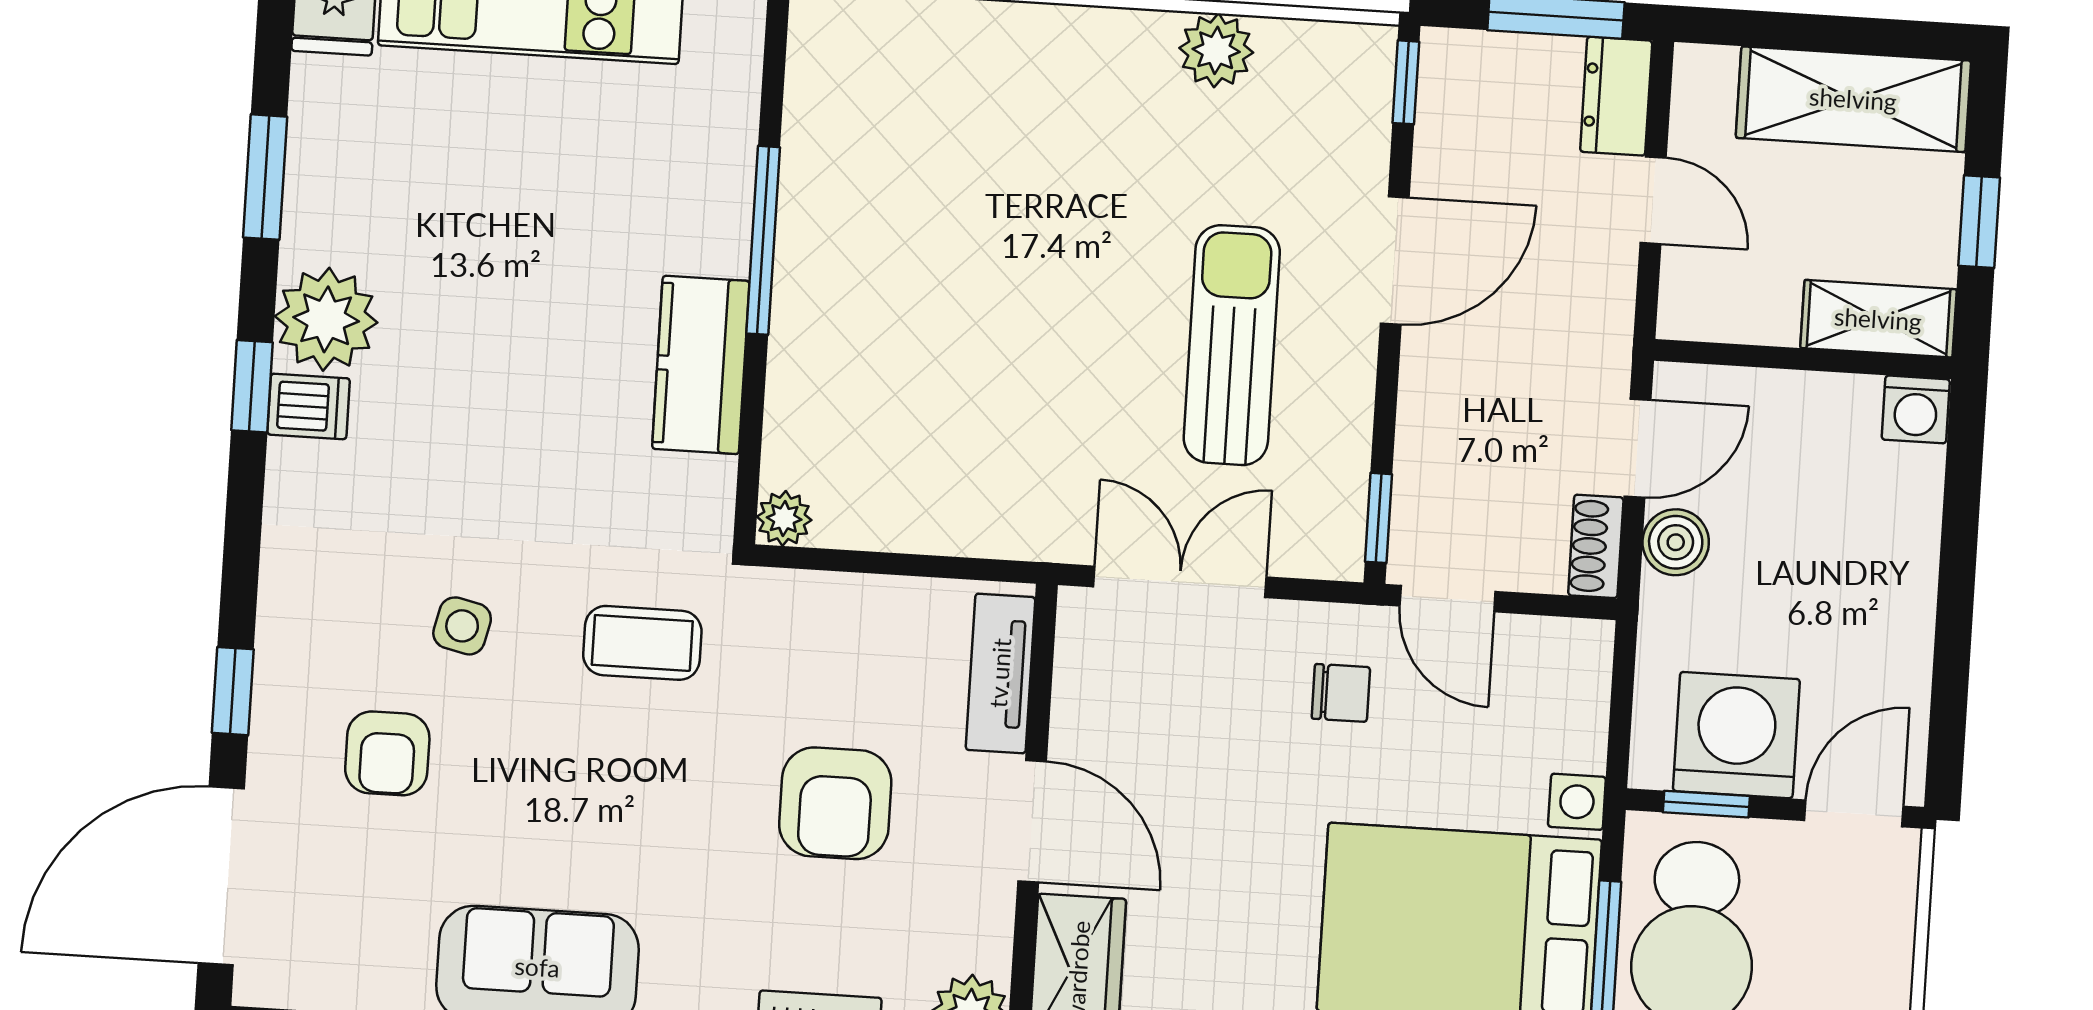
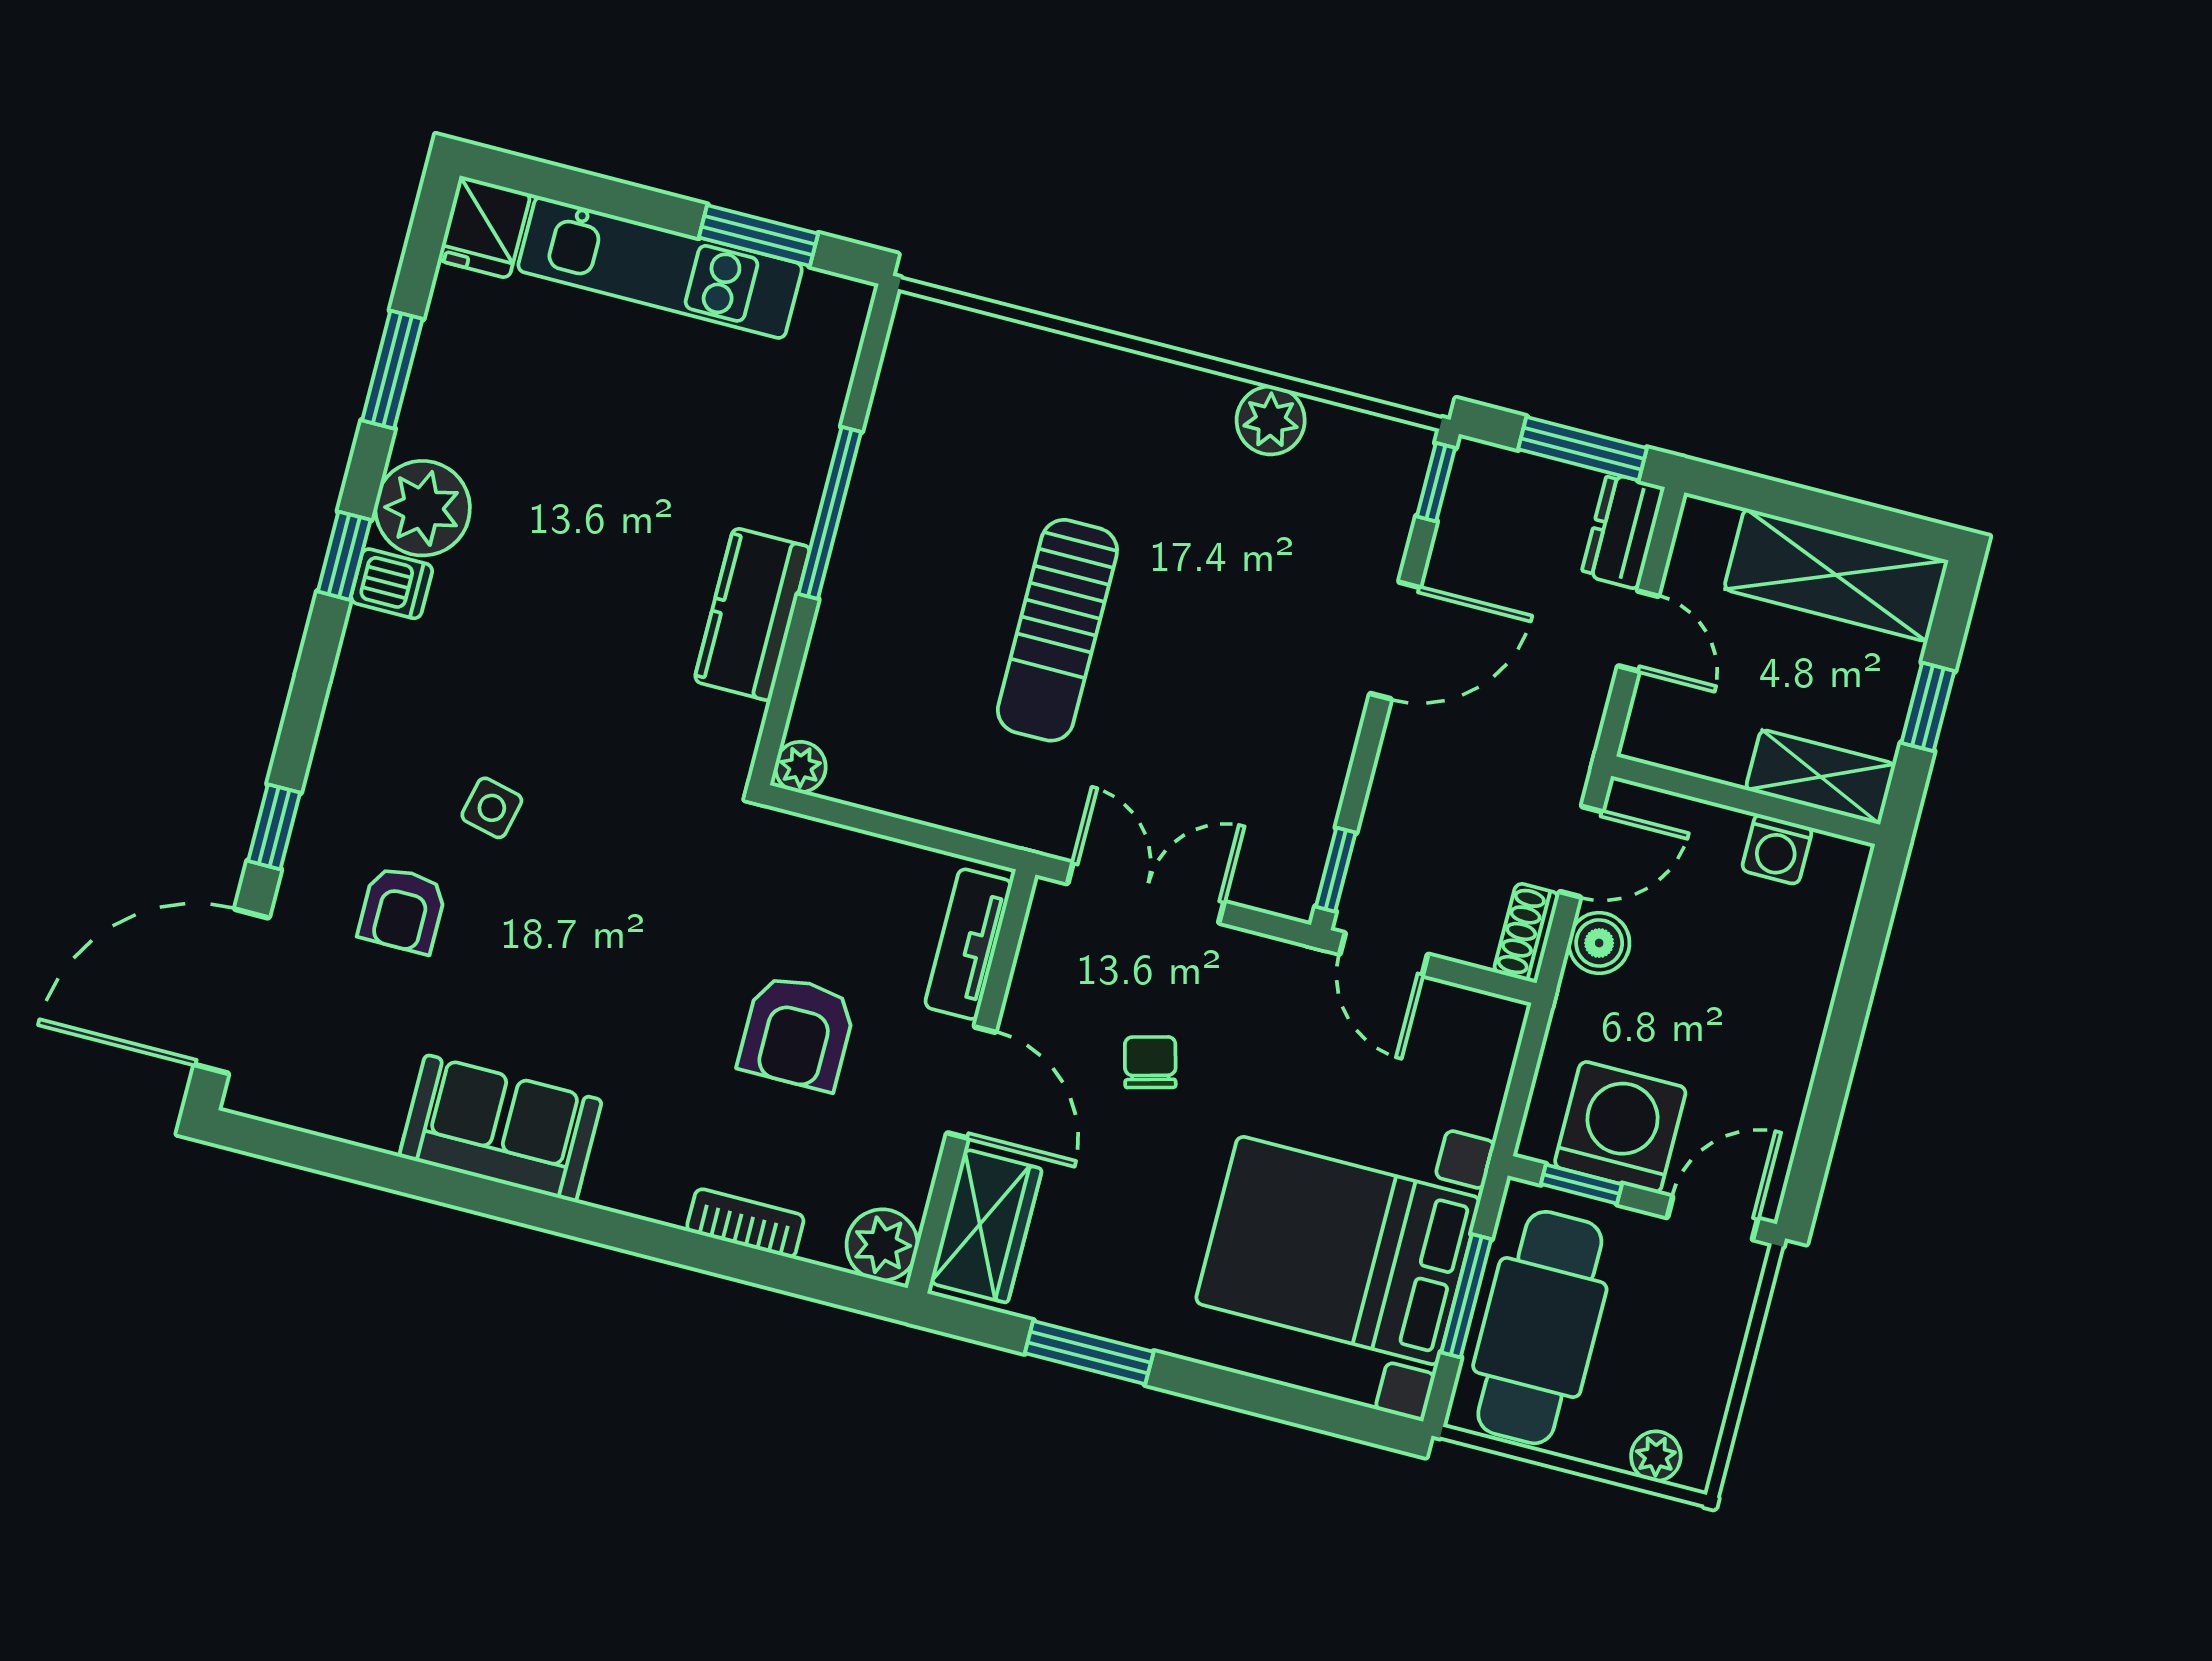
sun lounger: (1232, 345) -> (1057, 630), moved, turned 180
washing machine: (1916, 409) -> (1777, 849), moved
coffee table: (642, 643) -> (651, 854), removed
chair: (1341, 693) -> (1150, 1062), moved, turned -105

